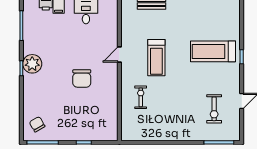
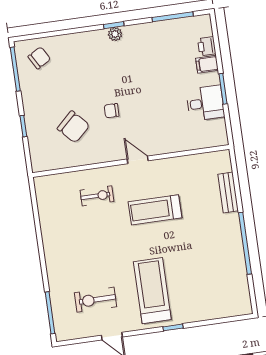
treadmill: (213, 51) -> (152, 291), moved
door: (119, 54) -> (138, 160), moved
plant: (32, 64) -> (115, 34), width x0.53, depth x0.53
chair: (82, 78) -> (112, 111), width x0.54, depth x0.54
chair: (89, 107) -> (73, 127), added

